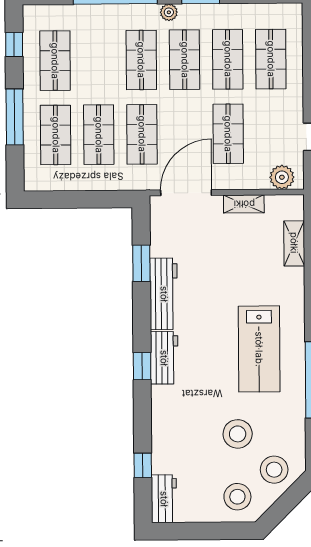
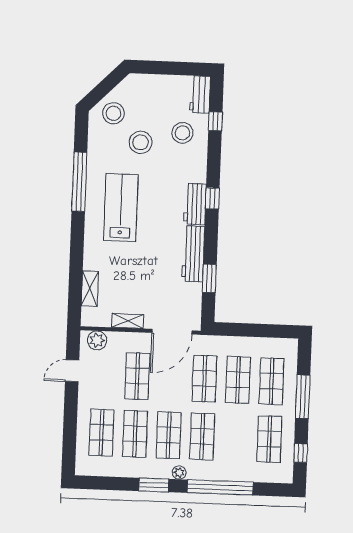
stool: (237, 497) -> (182, 133), moved

